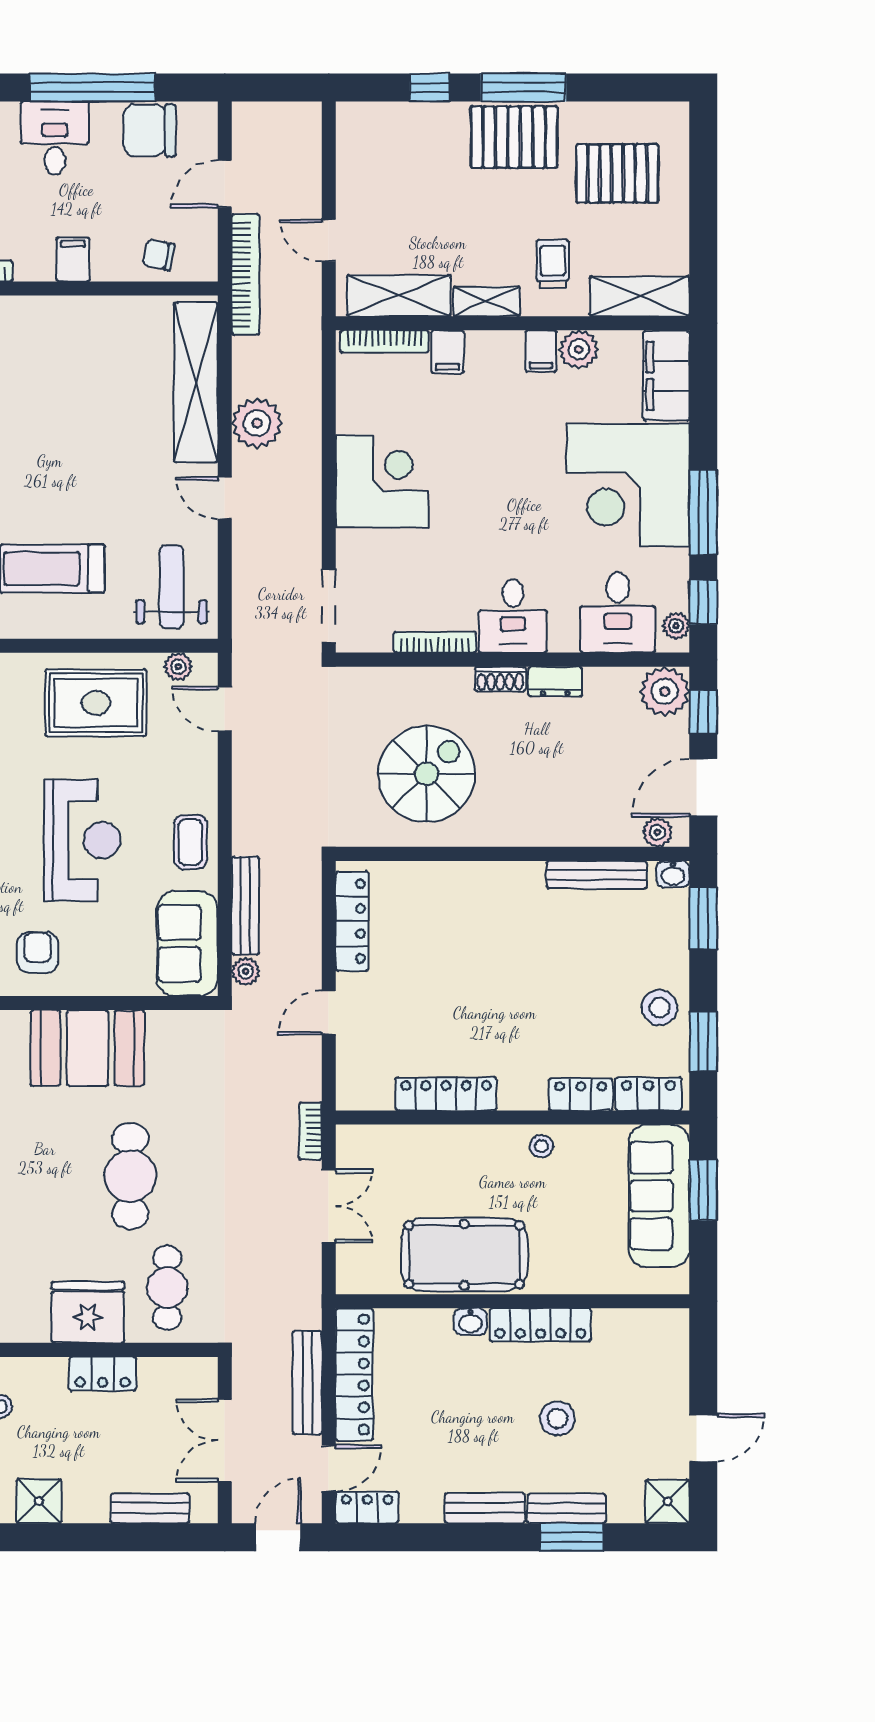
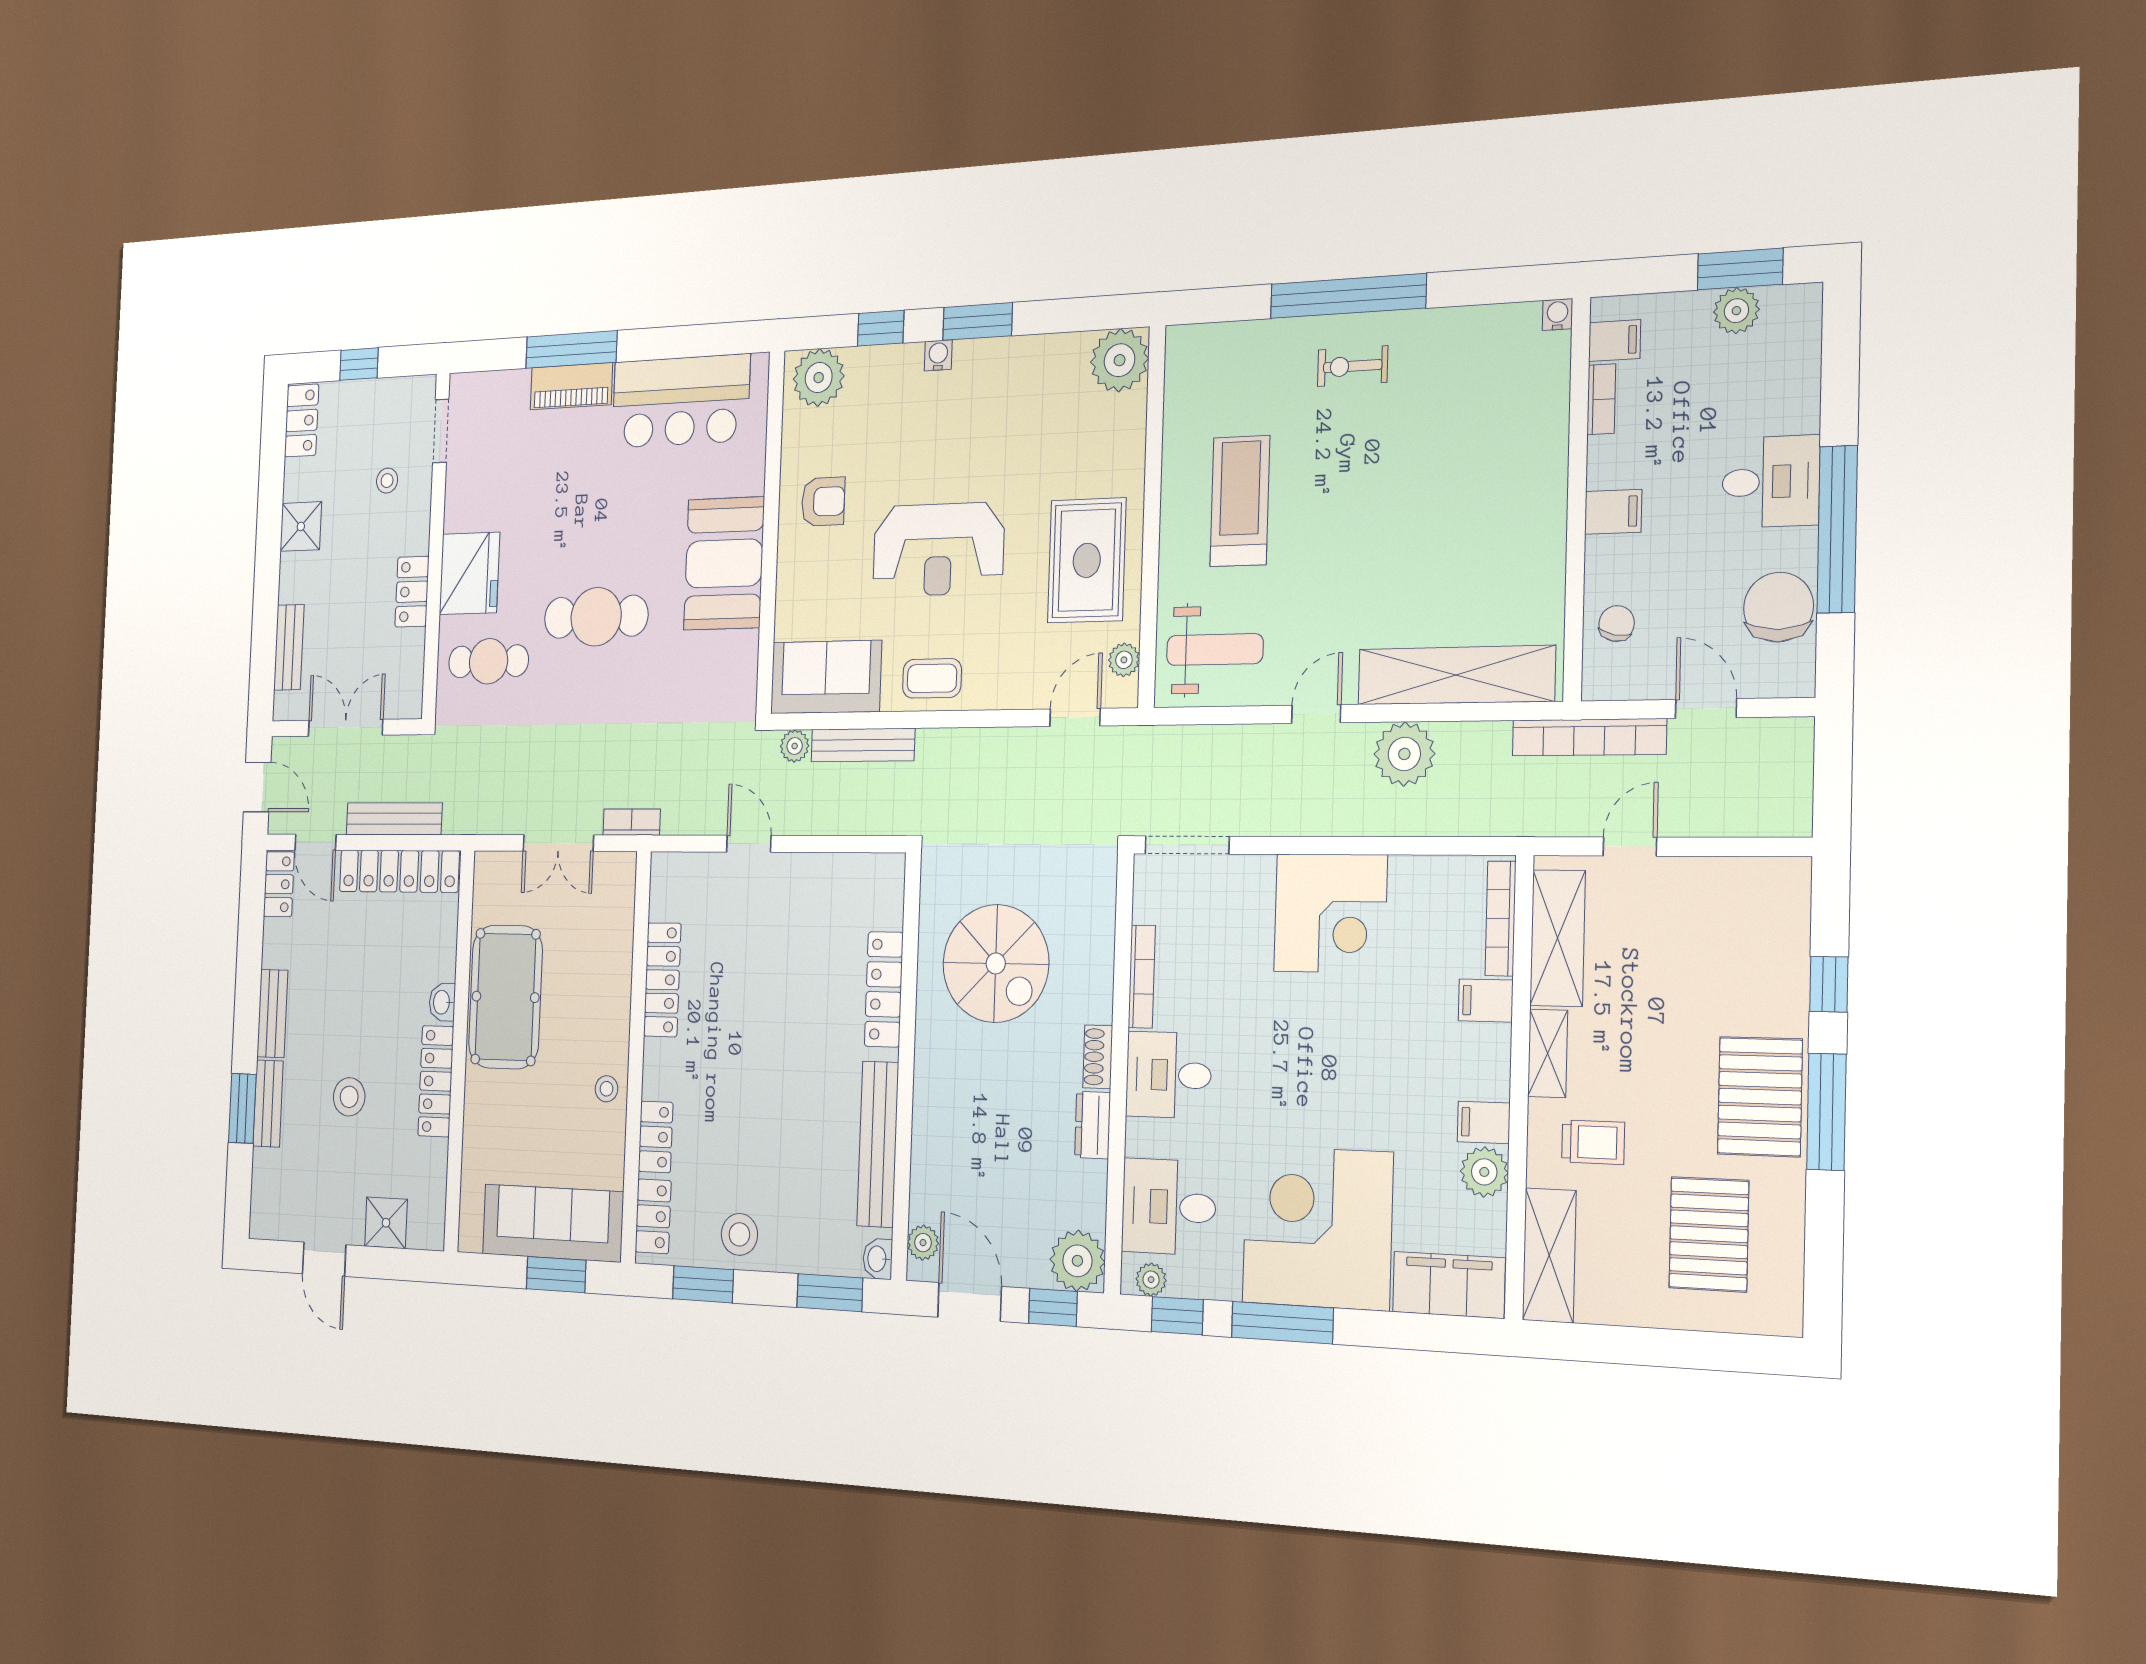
bench: (597, 875) -> (878, 1144), width x1.37, depth x1.21
locker: (352, 921) -> (884, 989), moved, turned 90
shower: (668, 1501) -> (386, 1223), moved

